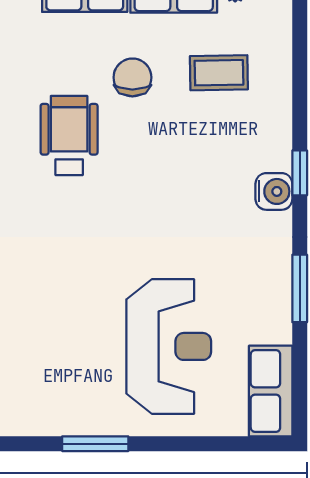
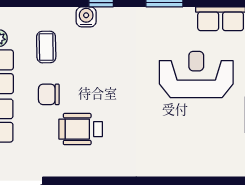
water cooler: (274, 191) -> (86, 17), moved

